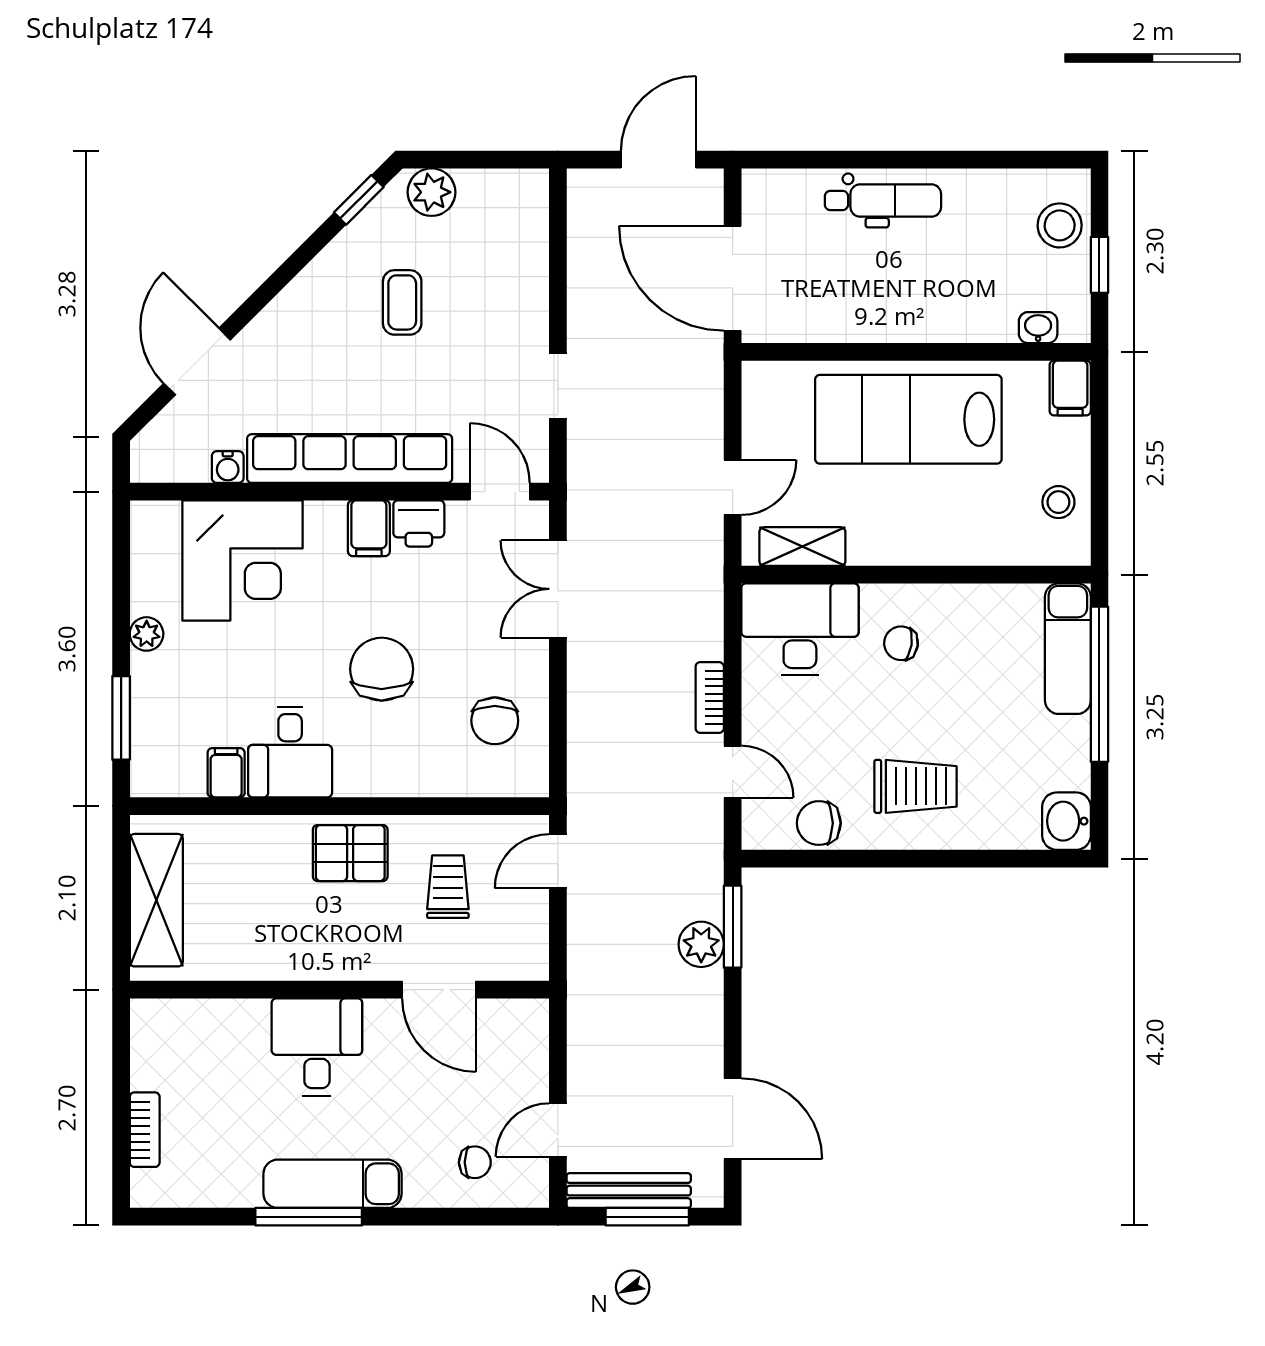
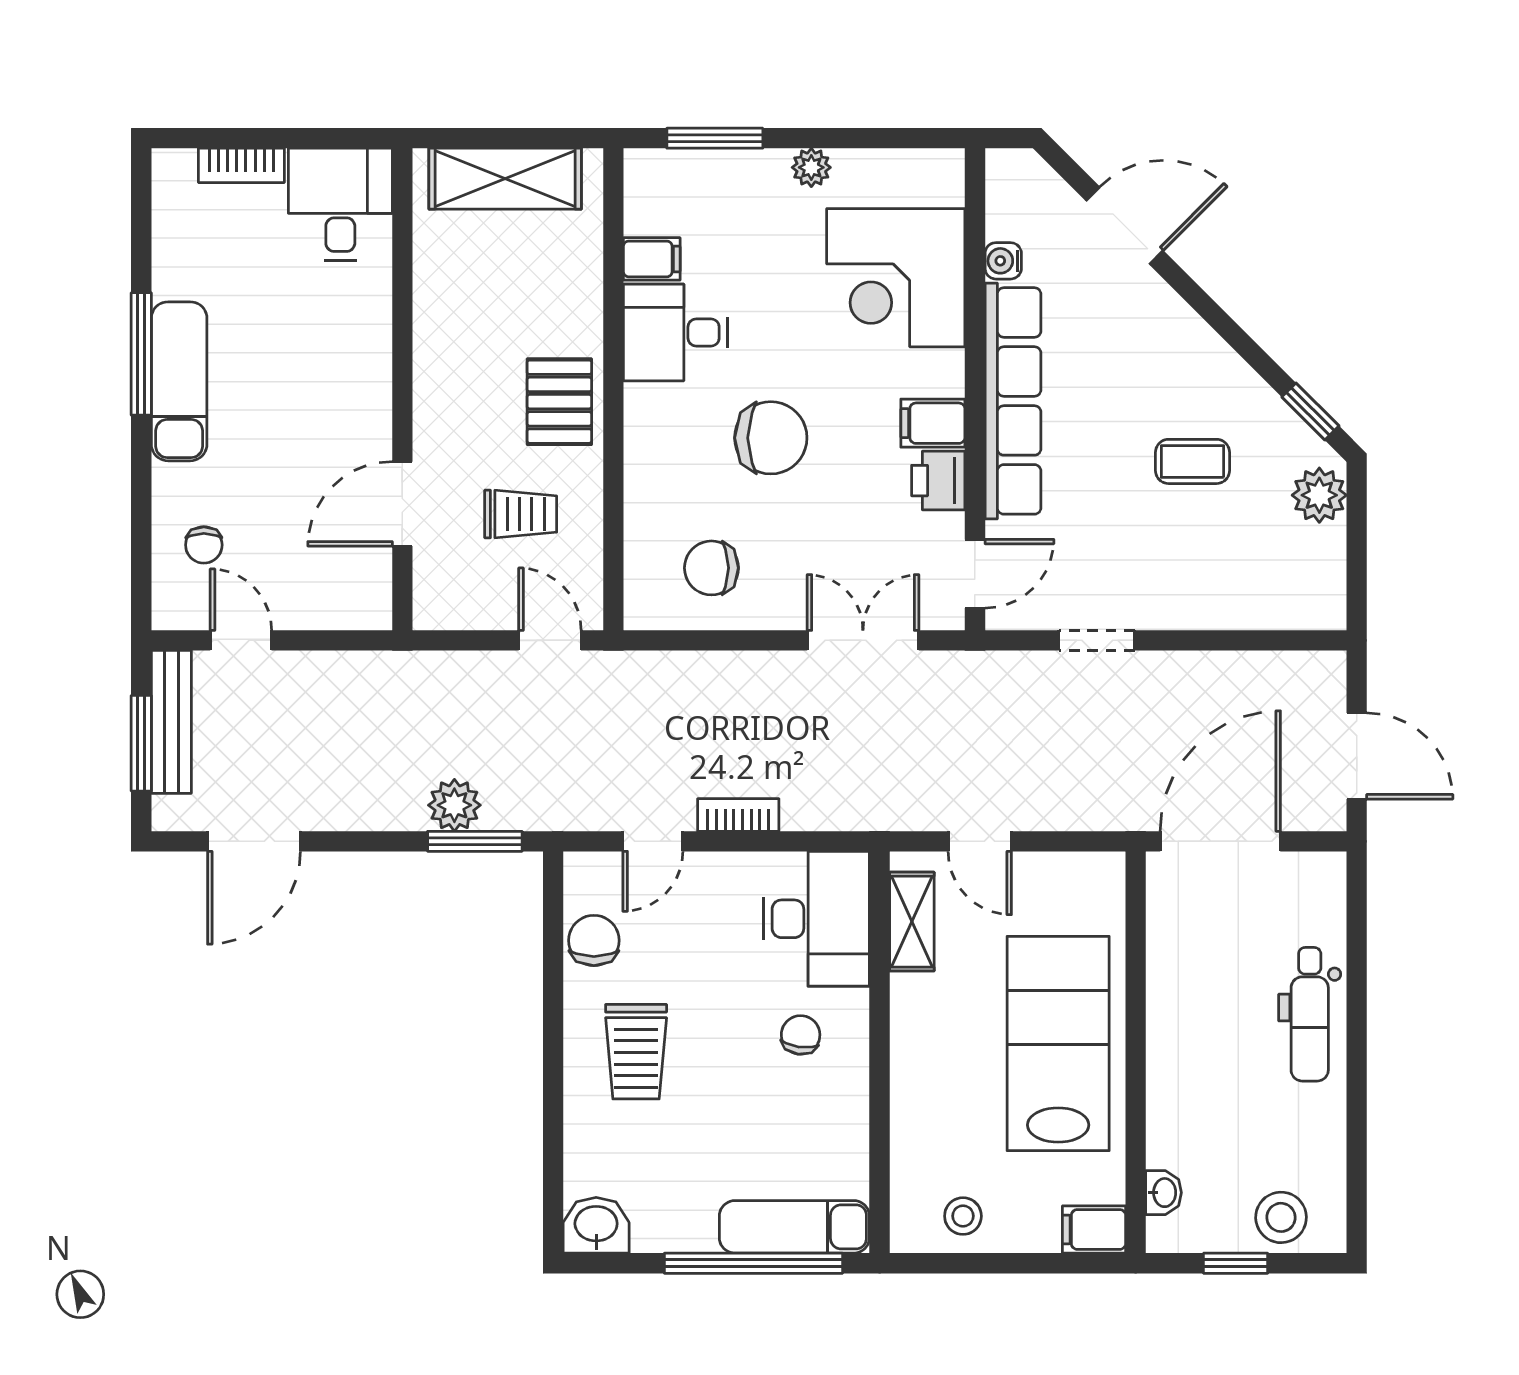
desk: (317, 1047) -> (340, 204), moved, turned -90

